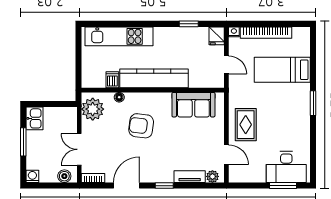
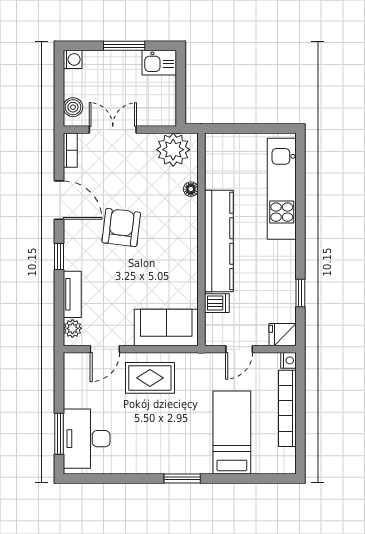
dishwasher: (112, 80) -> (217, 303), moved
sofa: (193, 105) -> (166, 327), moved, turned 90
armchair: (141, 126) -> (121, 227), moved

